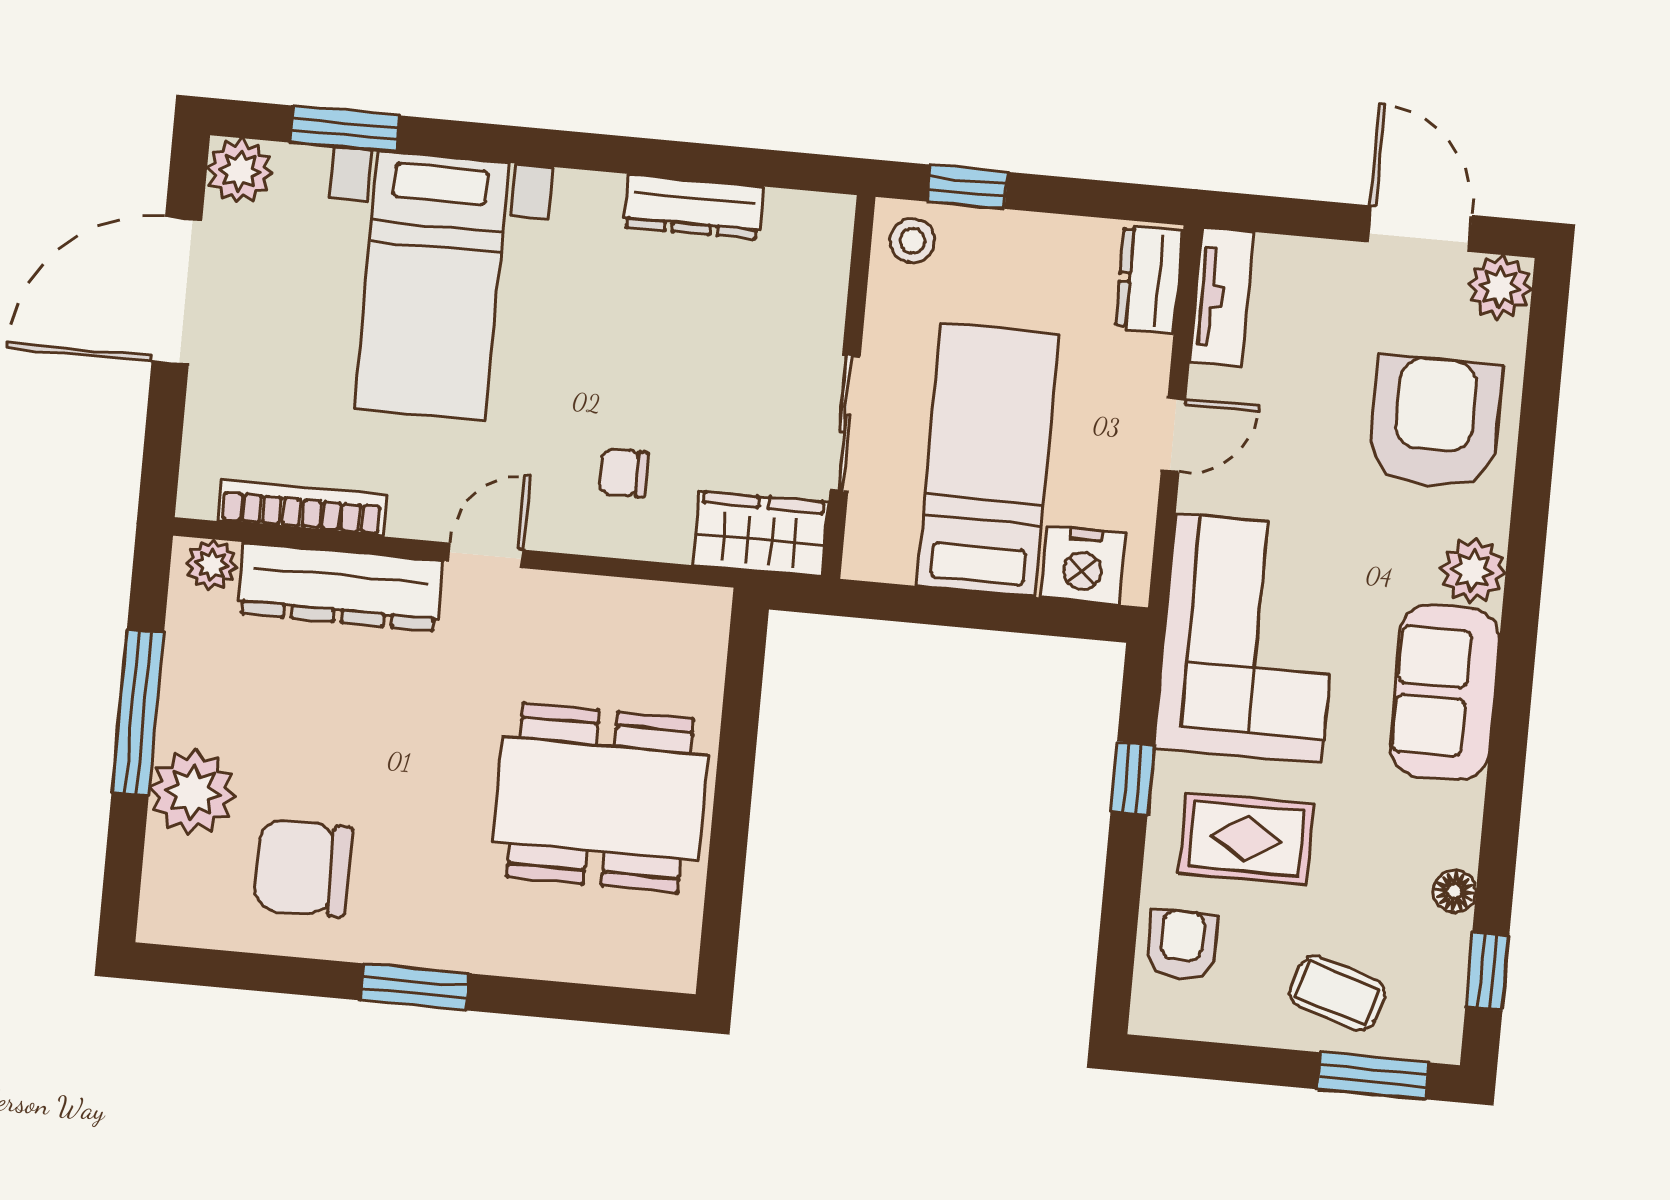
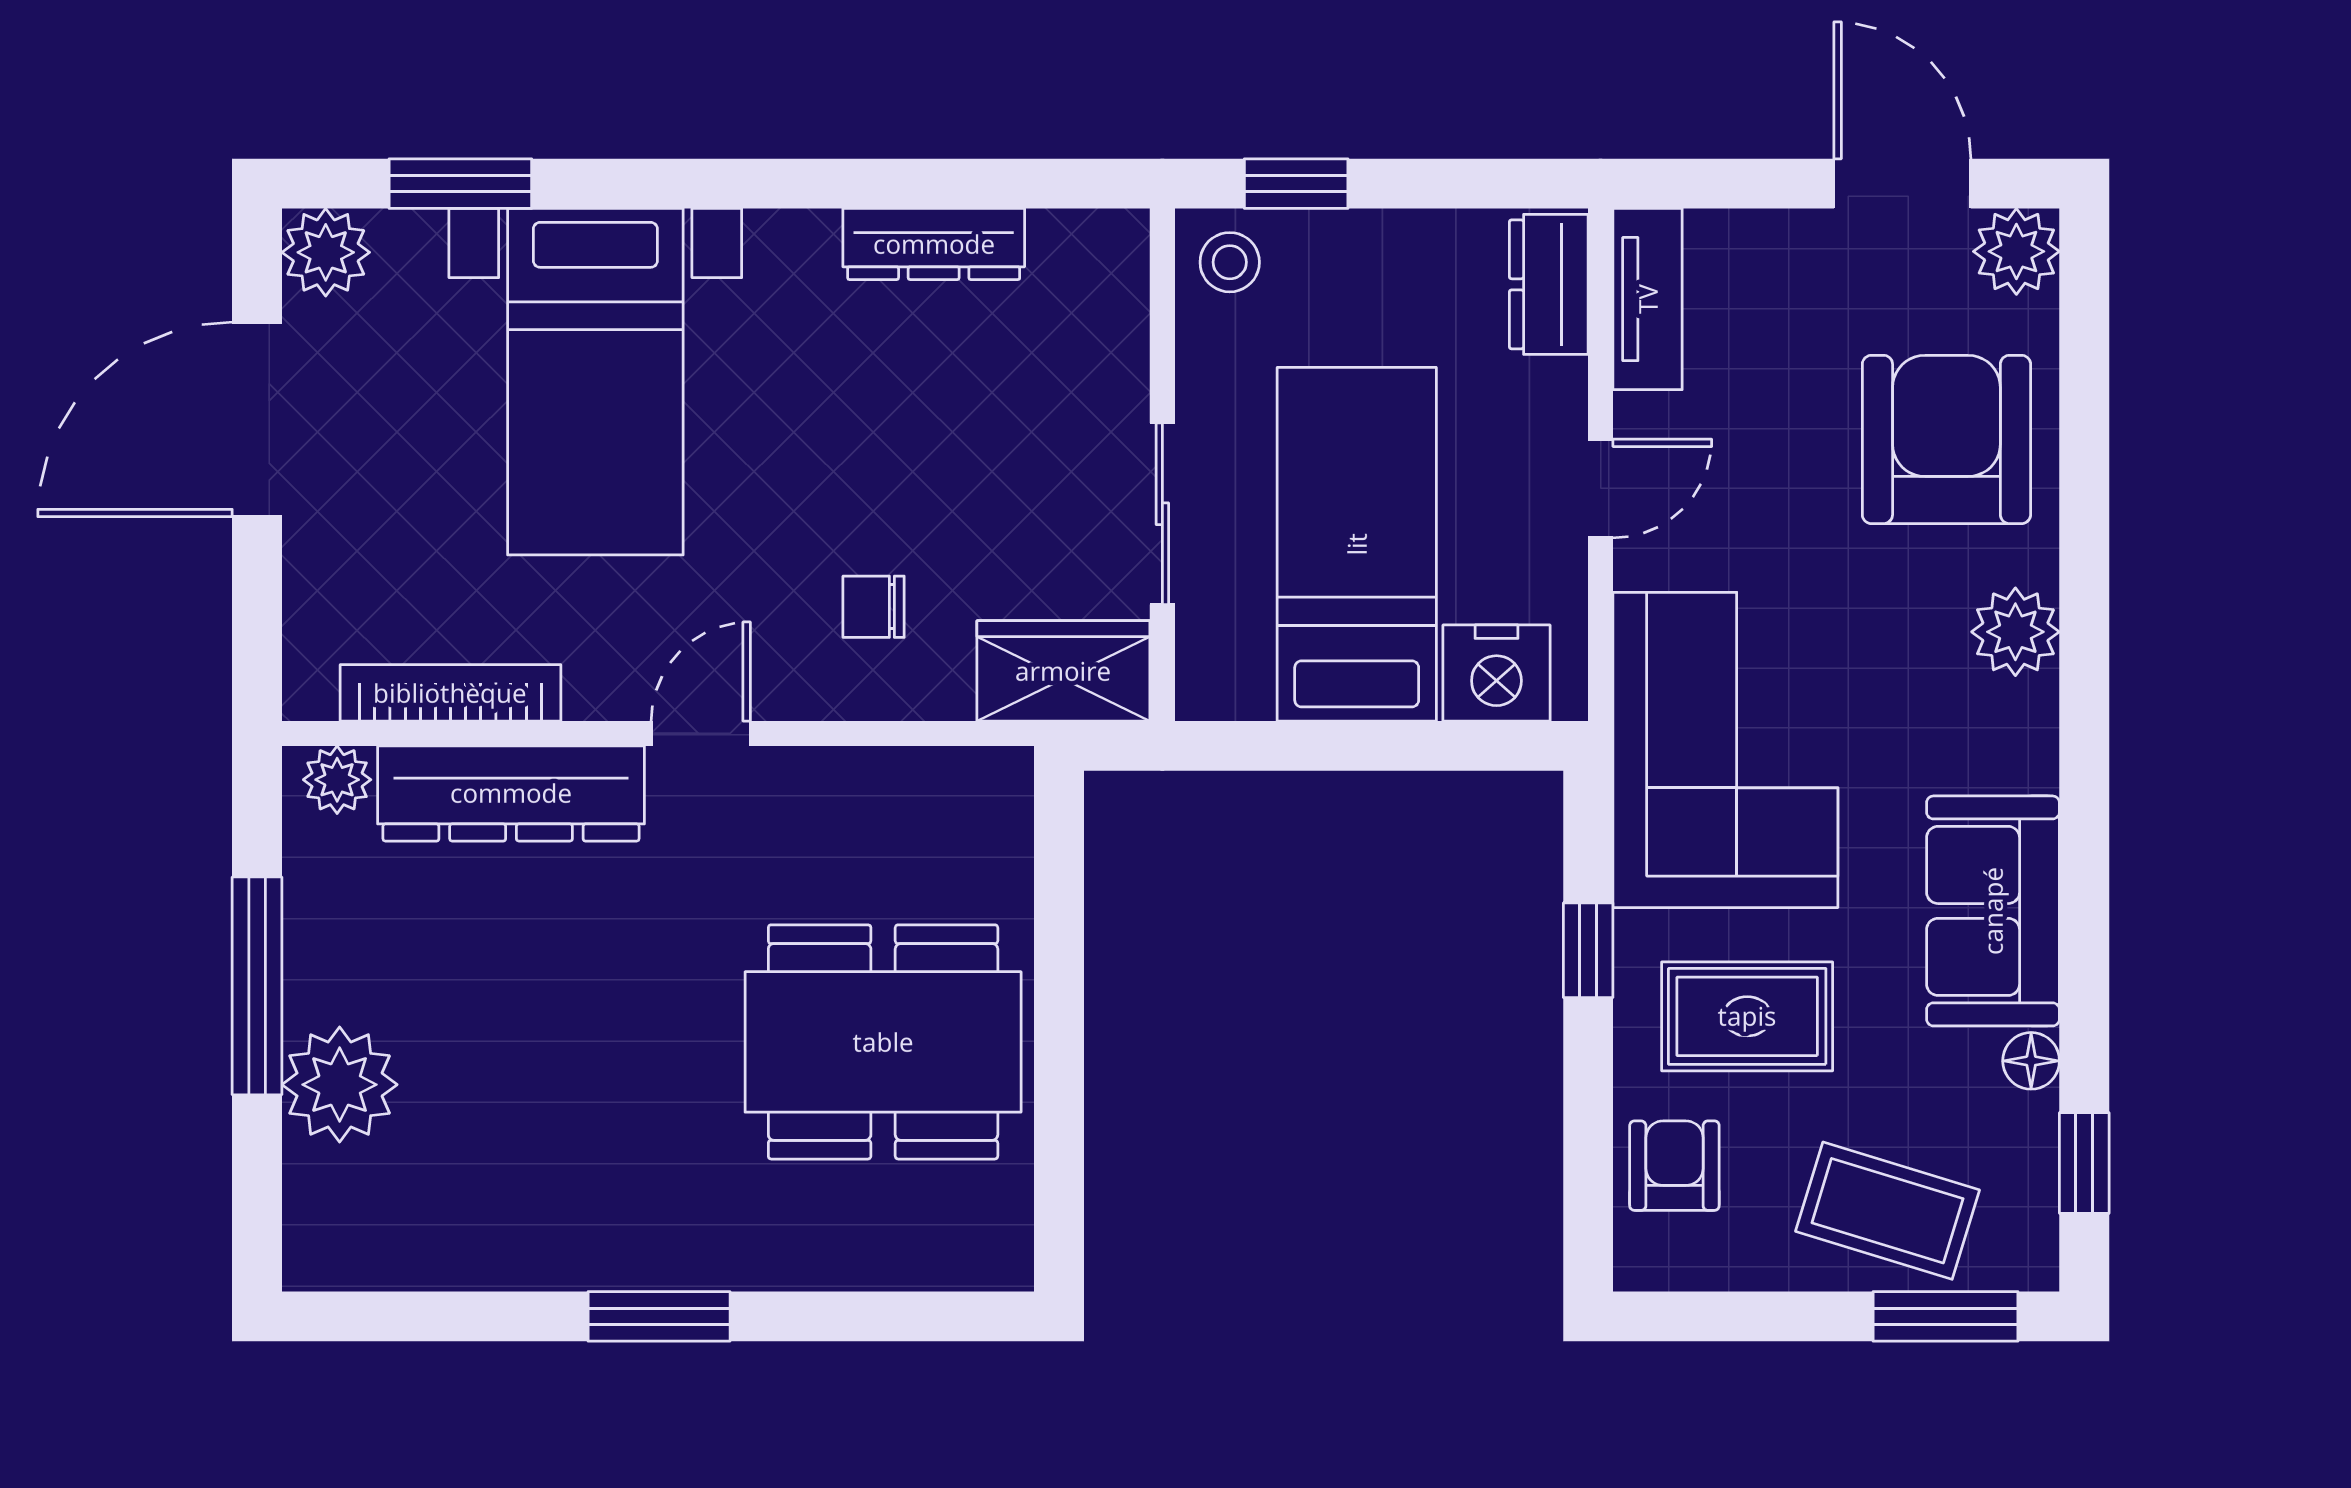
sofa: (1445, 692) -> (1993, 911), moved
chair: (303, 868) -> (497, 1172), removed
coffee table: (1337, 993) -> (1887, 1211), width x1.36, depth x1.30

